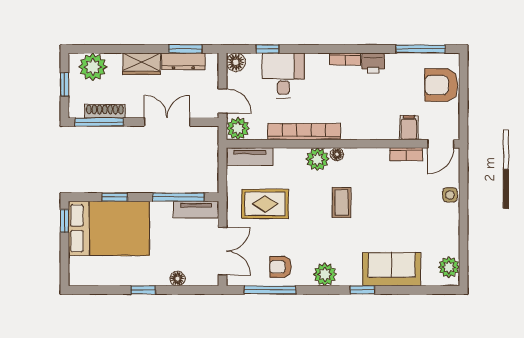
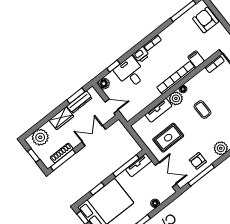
printer: (373, 63) -> (141, 55), moved
armchair: (441, 85) -> (206, 20), turned 90
plant: (238, 128) -> (129, 113), removed
filing cabinet: (409, 128) -> (196, 59), moved
bookcase: (304, 132) -> (176, 78), moved
tv unit: (250, 157) -> (158, 110), moved

